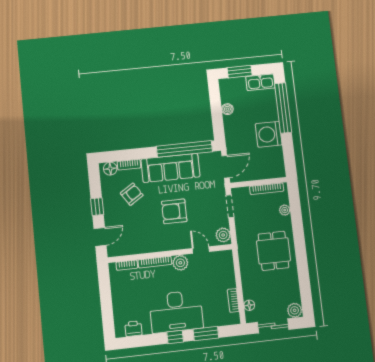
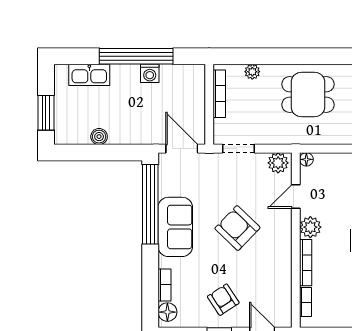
kitchen sink: (260, 82) -> (89, 75), moved, turned 90
window: (283, 108) -> (136, 56), moved
washing machine: (269, 134) -> (150, 73), width x0.53, depth x0.53
sofa: (170, 168) -> (175, 227), width x0.73
armchair: (132, 194) -> (223, 300), moved
armchair: (174, 211) -> (237, 228), turned 134
floor lamp: (228, 255) -> (306, 159), added

